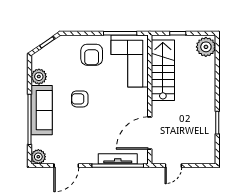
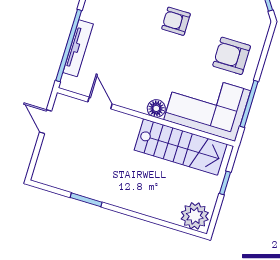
floor lamp: (142, 94) -> (156, 108), added
armchair: (80, 99) -> (176, 21), turned -90
door: (150, 133) -> (100, 103), width x0.53

